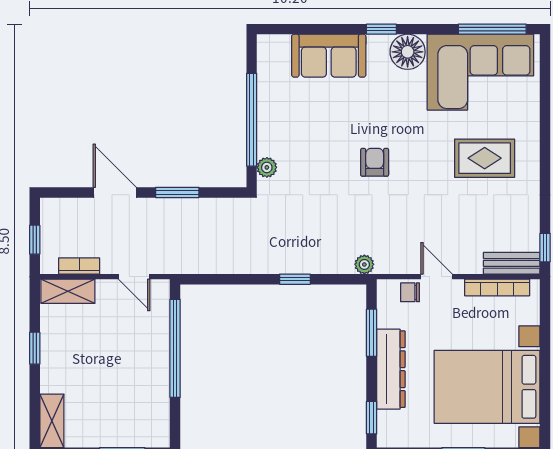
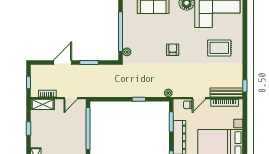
door: (115, 192) -> (62, 62), hinge flipped
bench: (512, 263) -> (226, 92), width x1.36
door: (134, 277) -> (71, 98), hinge flipped
door: (437, 277) -> (199, 98), swing flipped

